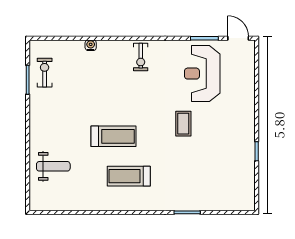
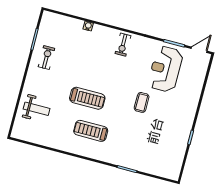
door: (238, 38) -> (199, 50), hinge flipped
exercise bike: (45, 73) -> (46, 57), moved

